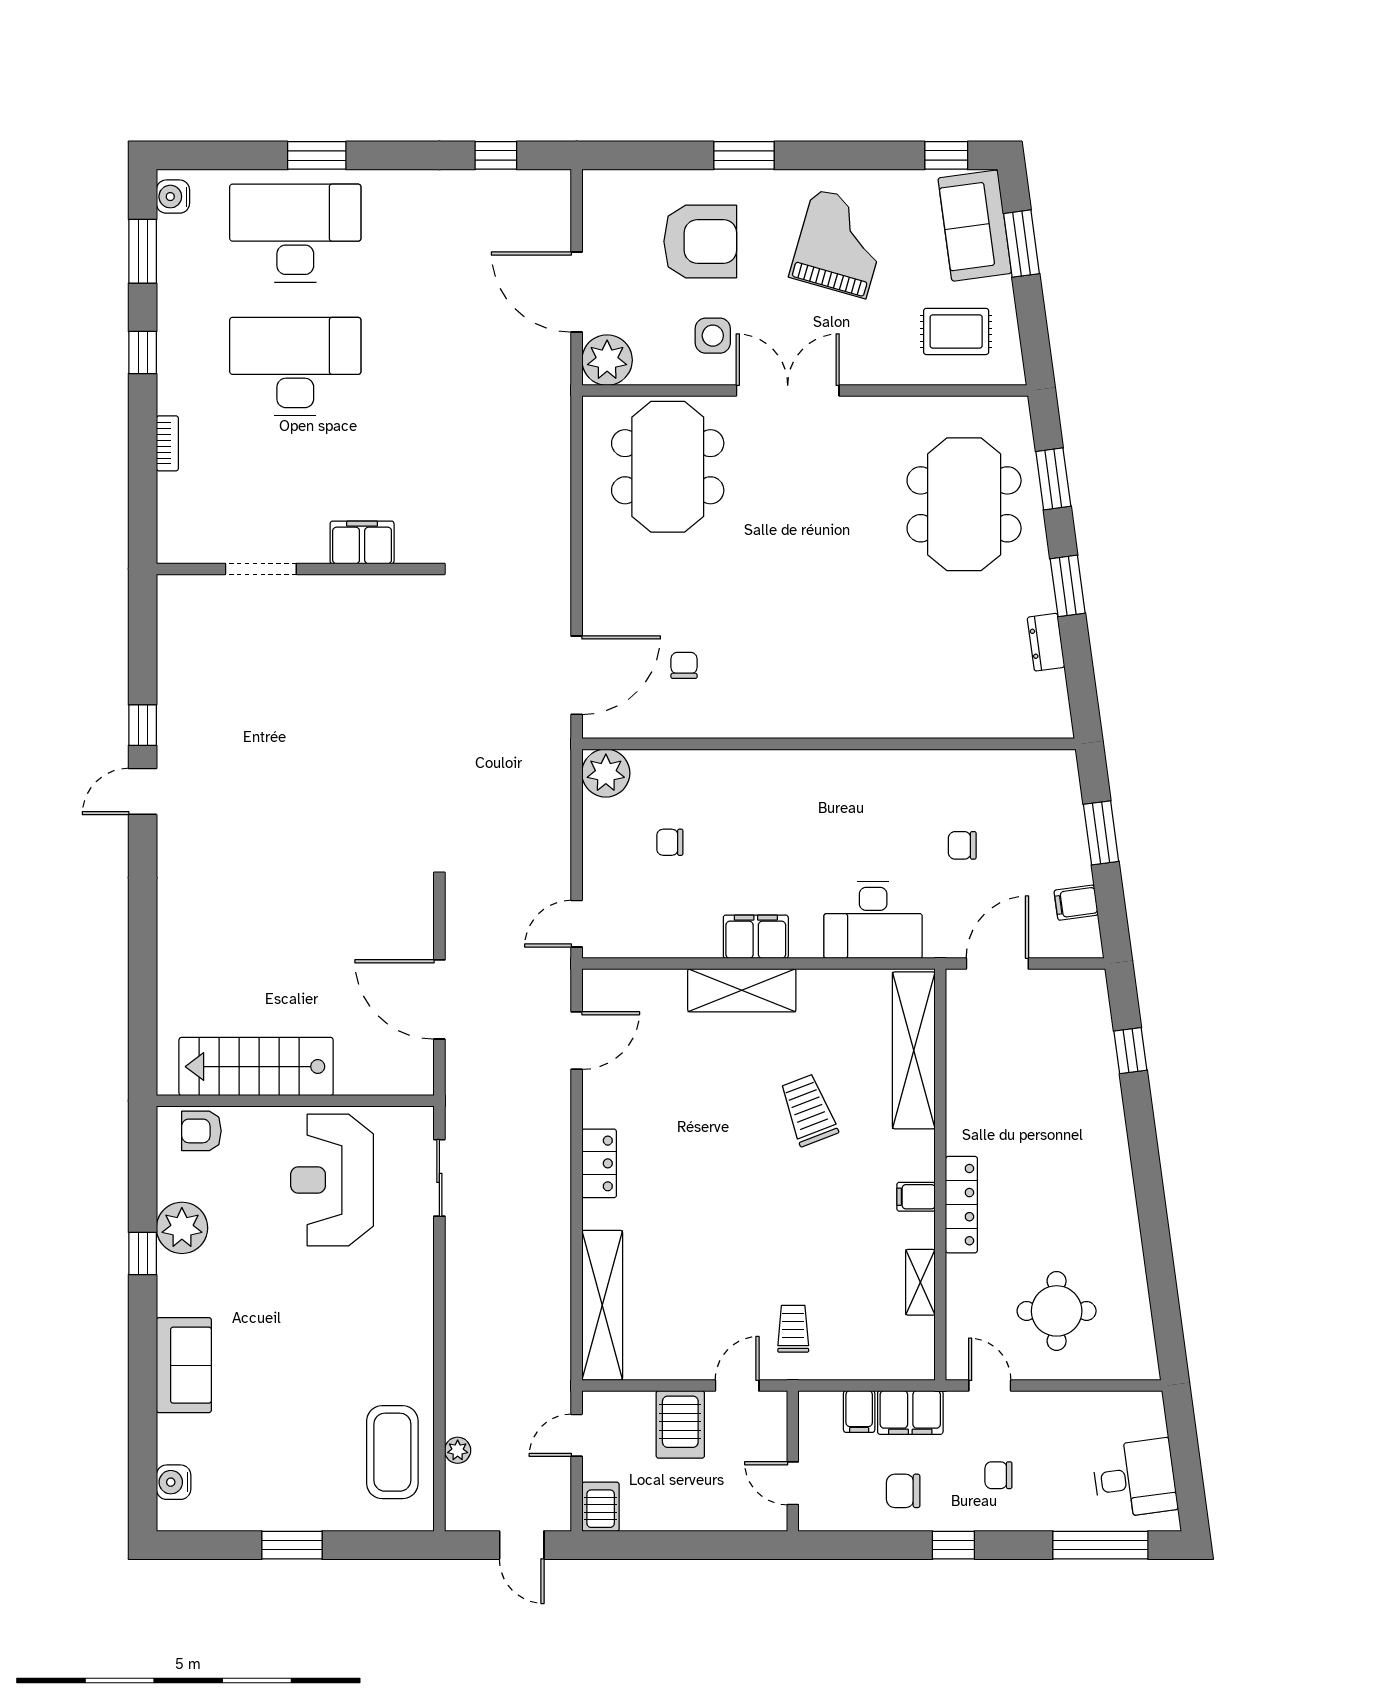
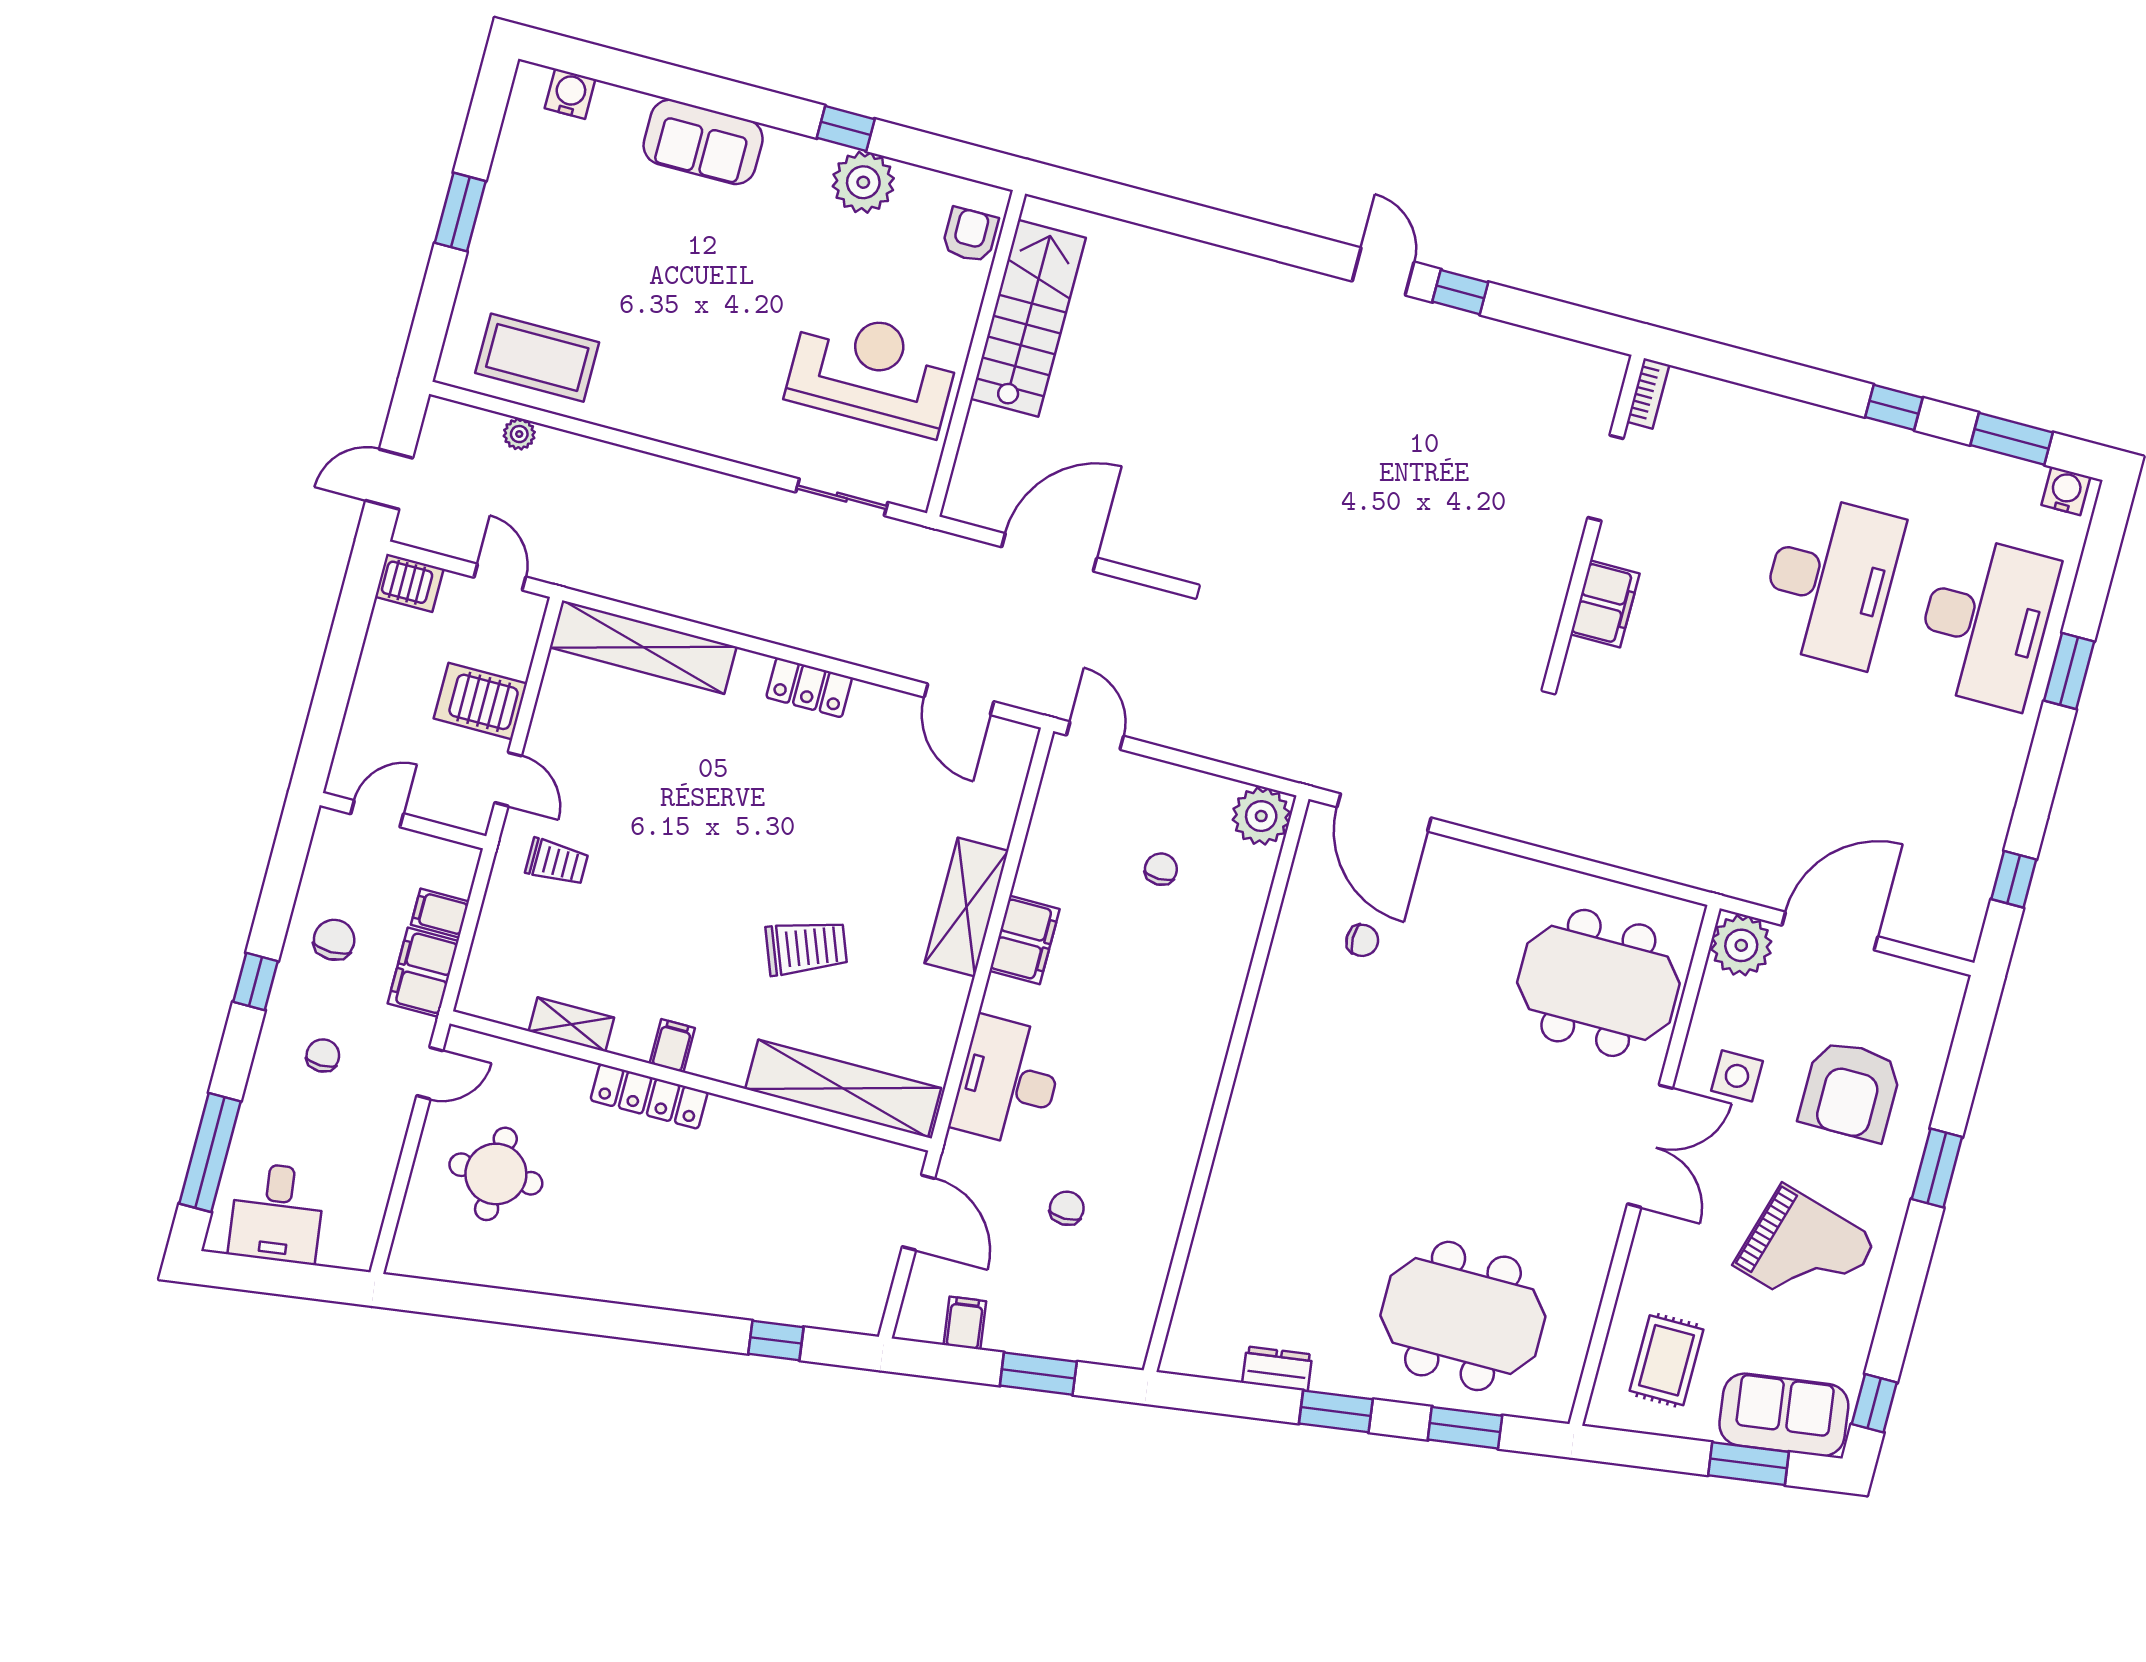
bookcase: (167, 443) -> (1648, 393), moved, turned -90

